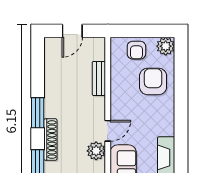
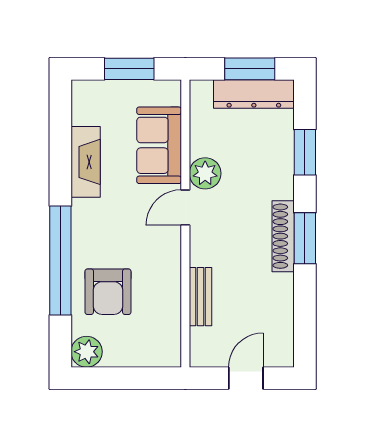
armchair: (136, 50) -> (136, 345), removed
window: (181, 100) -> (60, 260), added
shoe rack: (50, 140) -> (283, 236), moved

